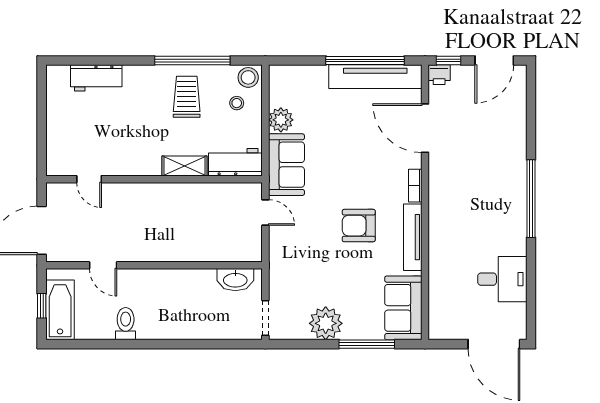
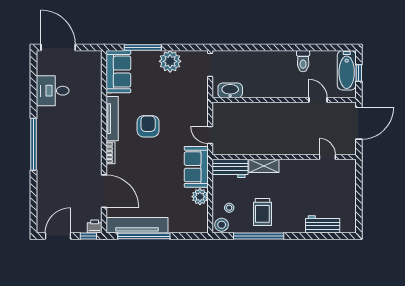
armchair: (359, 226) -> (148, 126), turned -90

